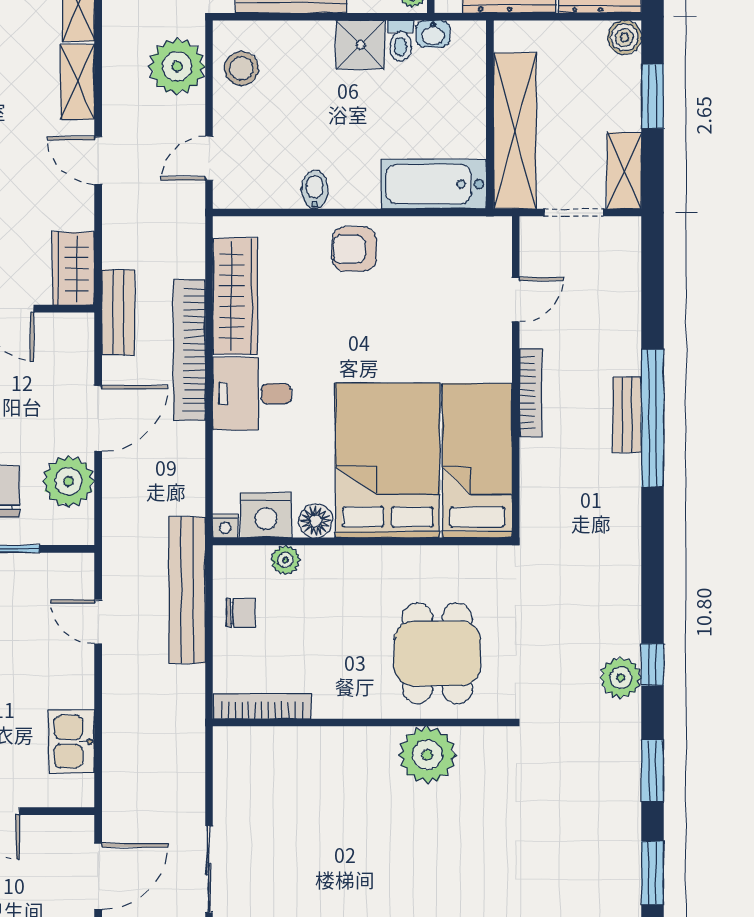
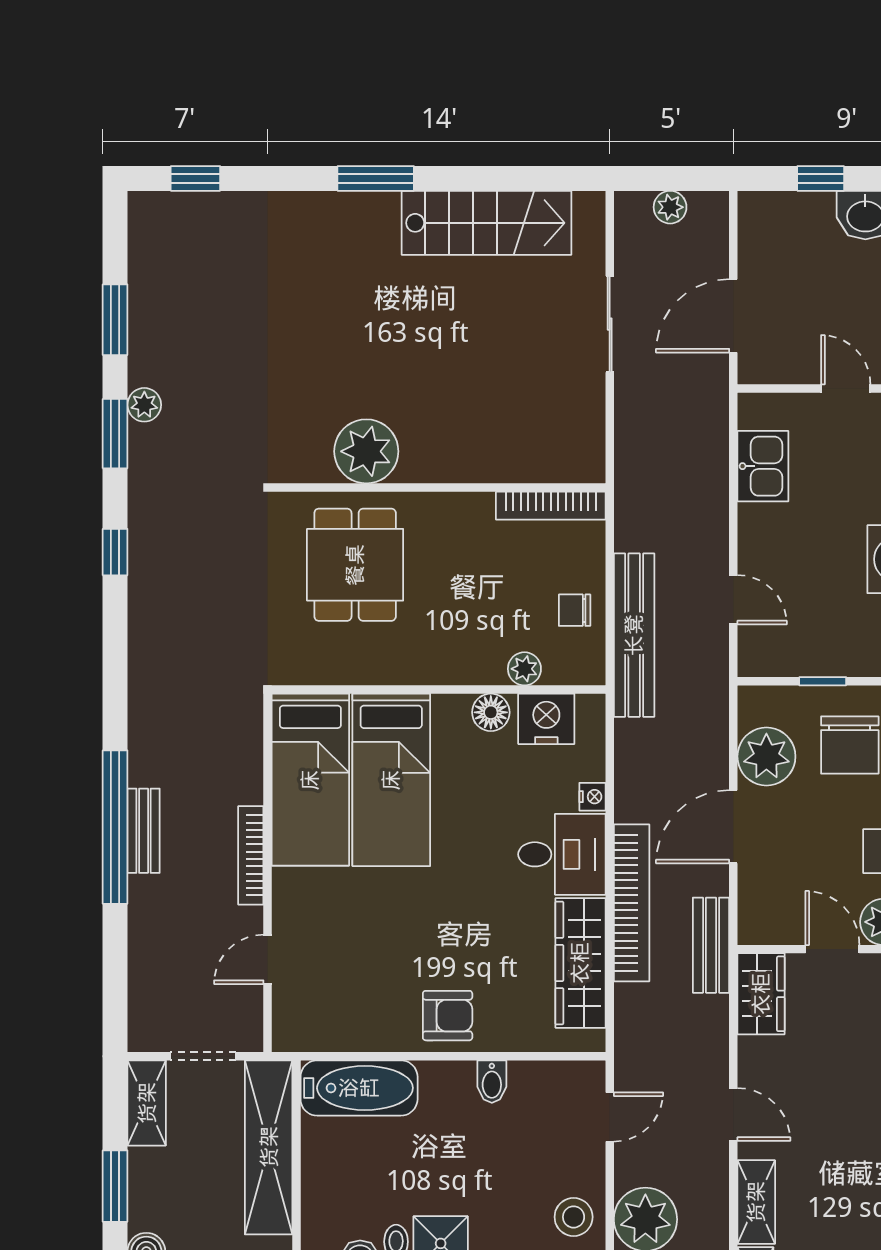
bed: (387, 460) -> (391, 780), width x0.67
nightstand: (225, 526) -> (592, 797), moved, turned 90
plant: (621, 678) -> (144, 405), moved, width x0.73, depth x0.73

